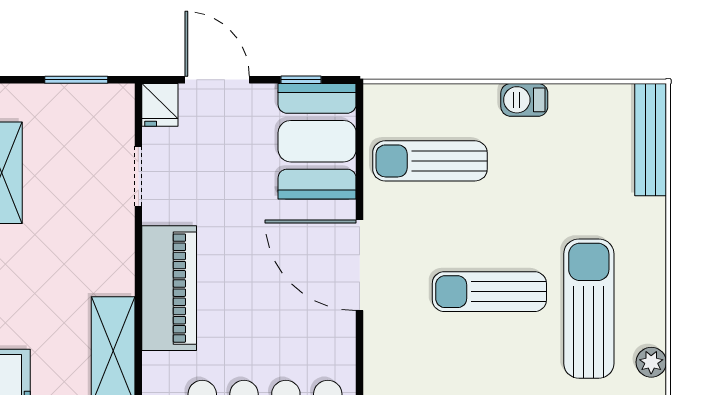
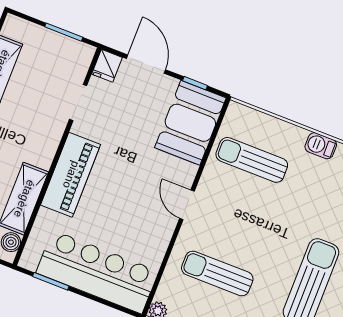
door: (360, 265) -> (187, 205), width x0.53
sun lounger: (489, 292) -> (217, 273), moved

